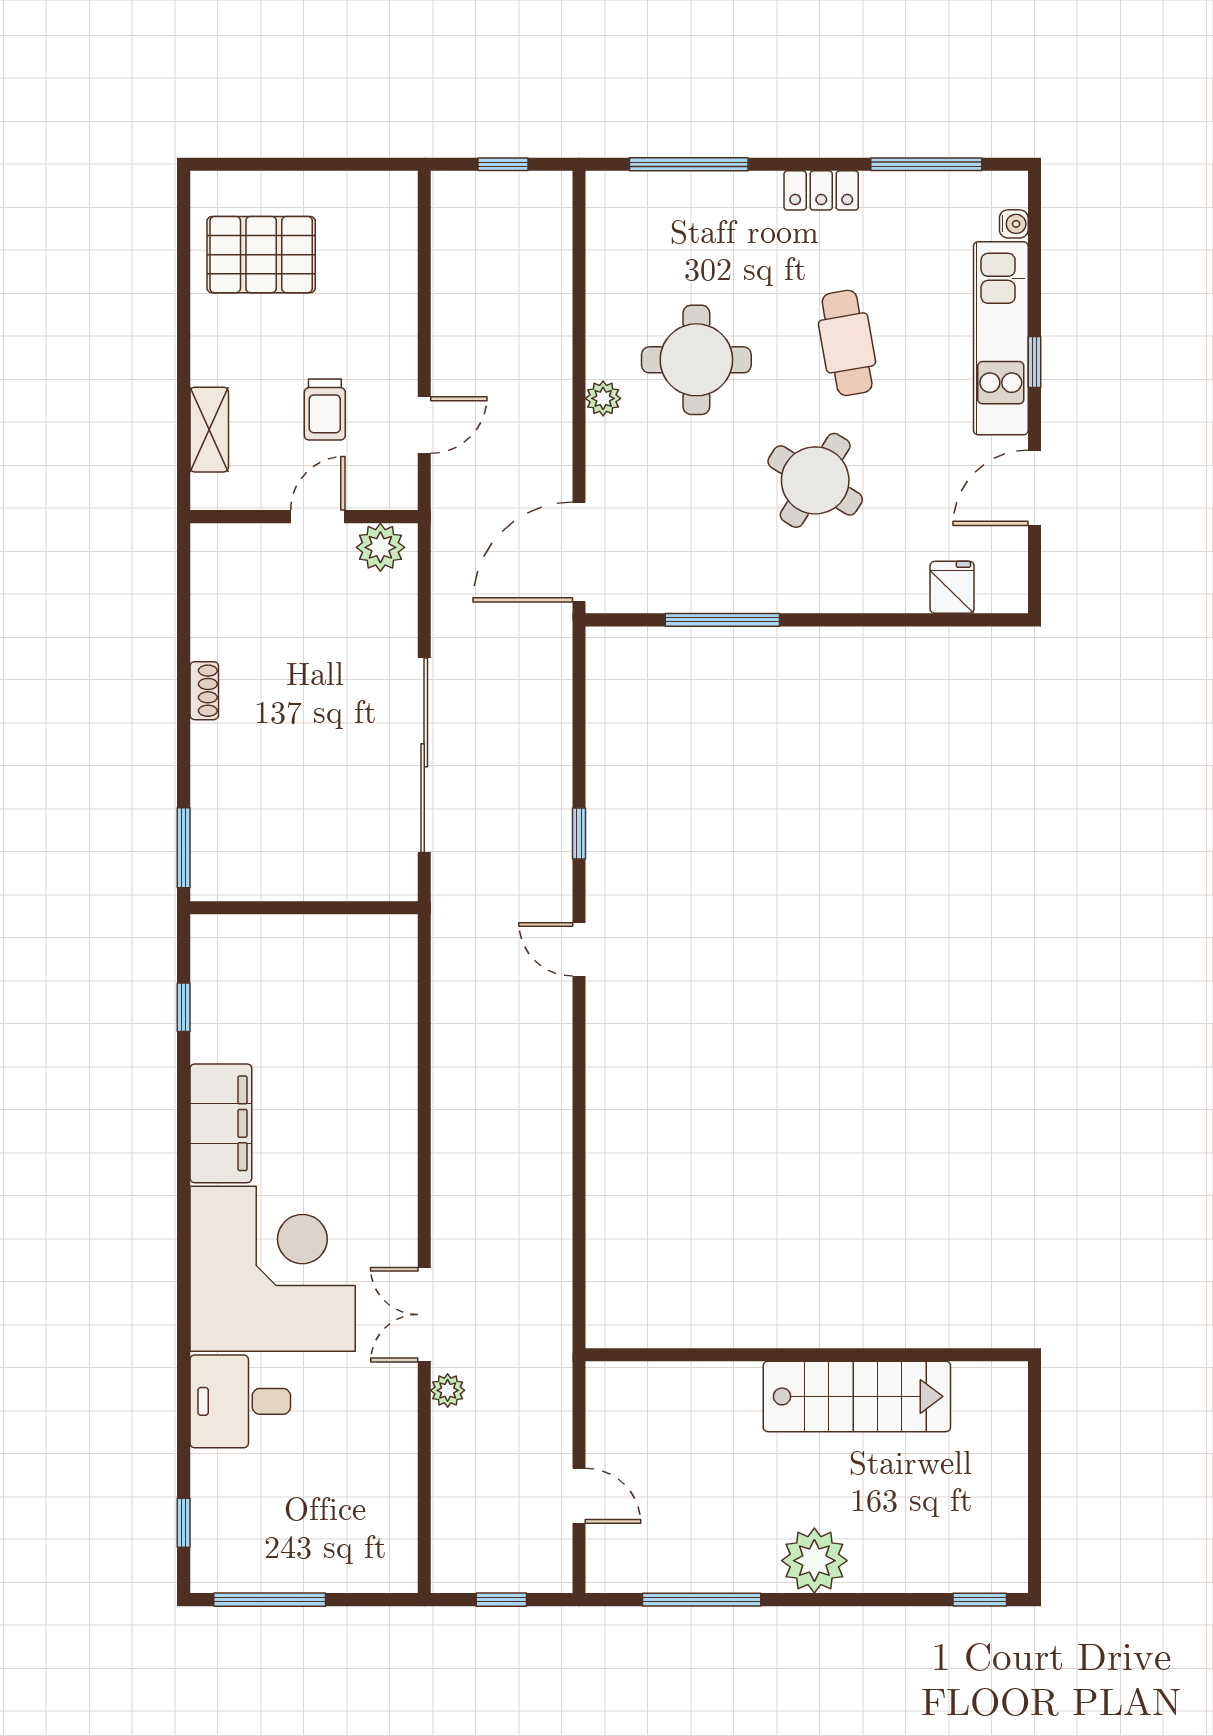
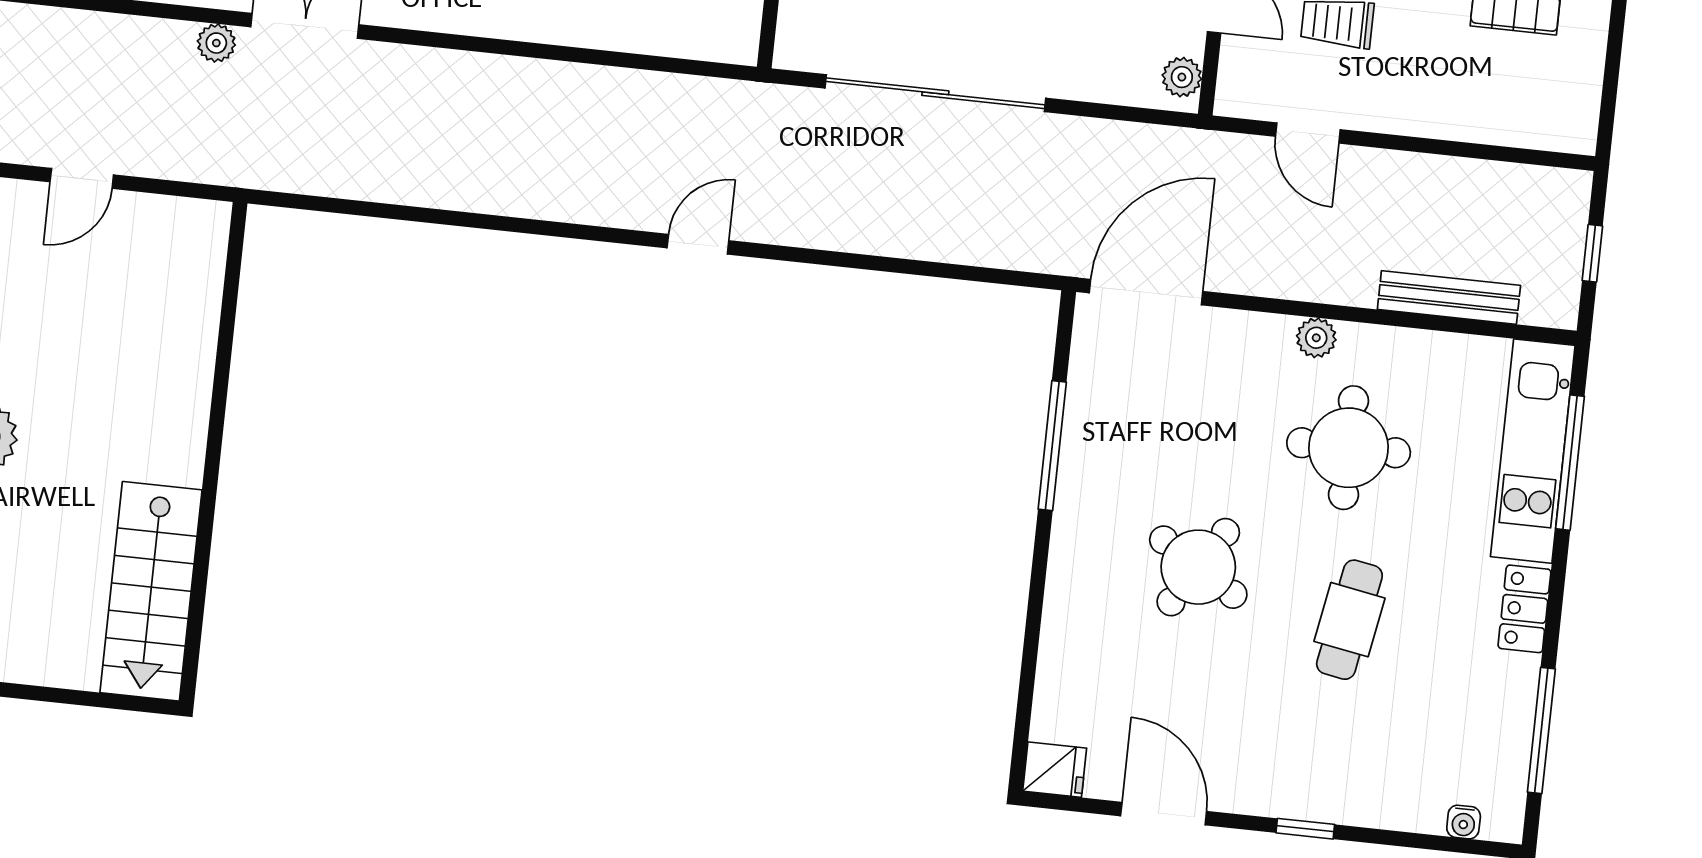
bench: (555, 286) -> (1449, 297), added
kitchen unit: (1001, 338) -> (1533, 451), moved, turned -90
cafe table: (847, 343) -> (1349, 620), turned -70
plant: (380, 547) -> (1182, 77), width x0.73, depth x0.73
door: (579, 552) -> (1146, 292), hinge flipped
fridge: (952, 587) -> (1055, 770), moved
window: (579, 834) -> (829, 258), removed
stairs: (857, 1396) -> (151, 591), moved

